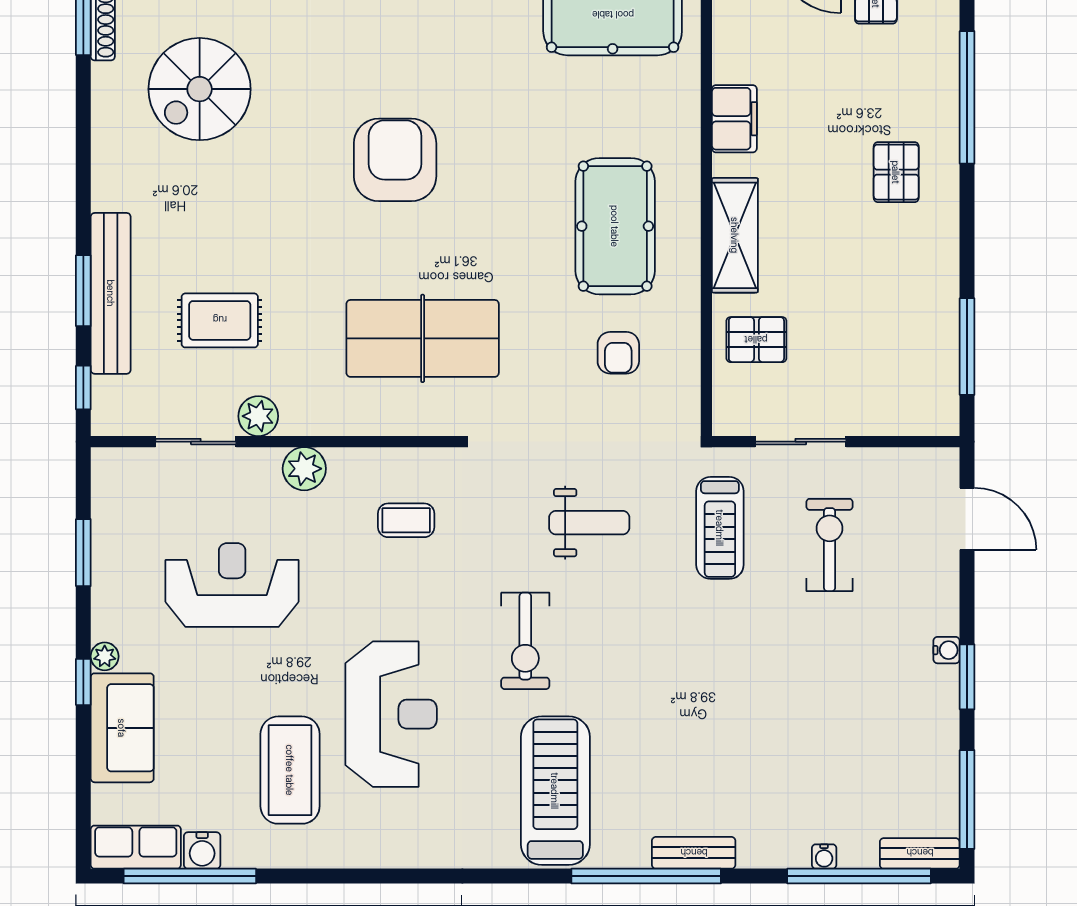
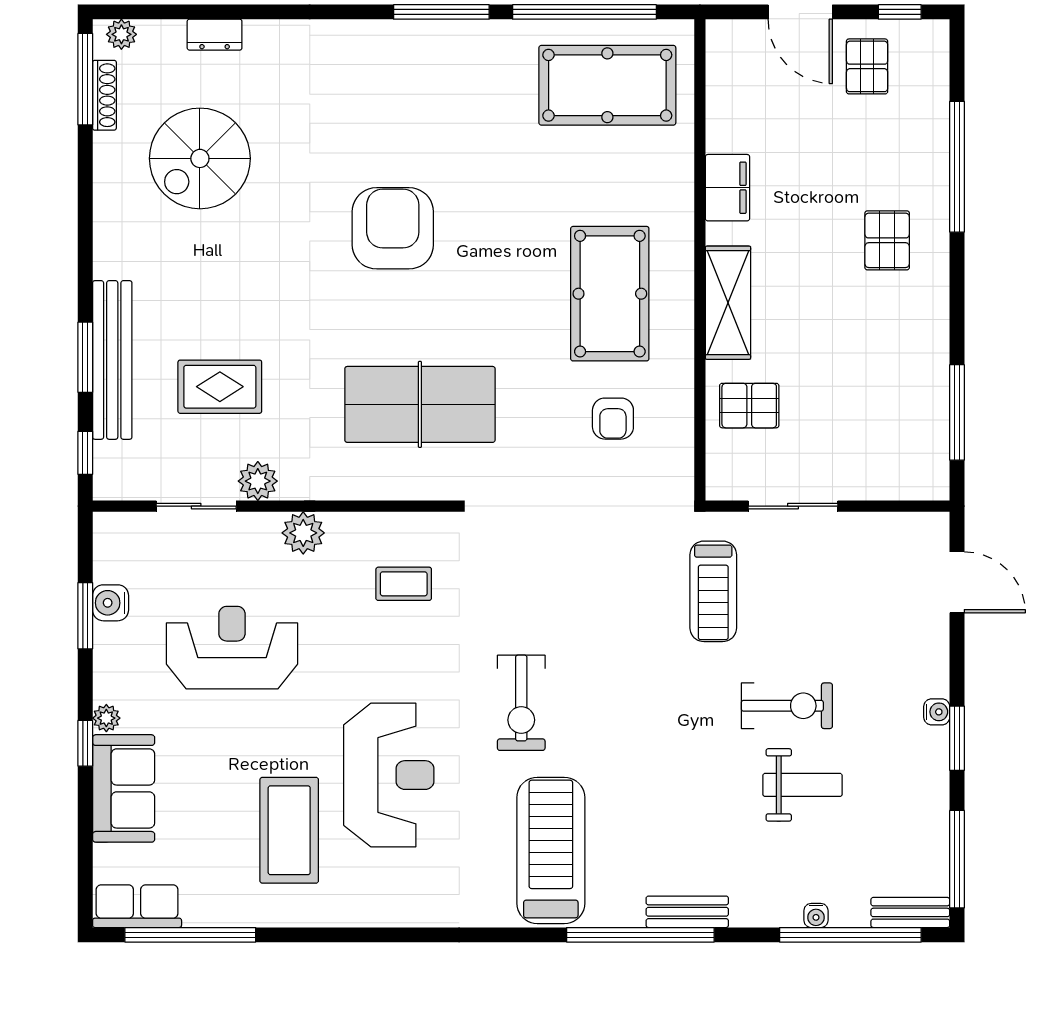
weight bench: (589, 523) -> (803, 785), moved
exercise bike: (830, 545) -> (787, 706), moved, turned 90
water cooler: (202, 850) -> (111, 603), moved, turned 90

